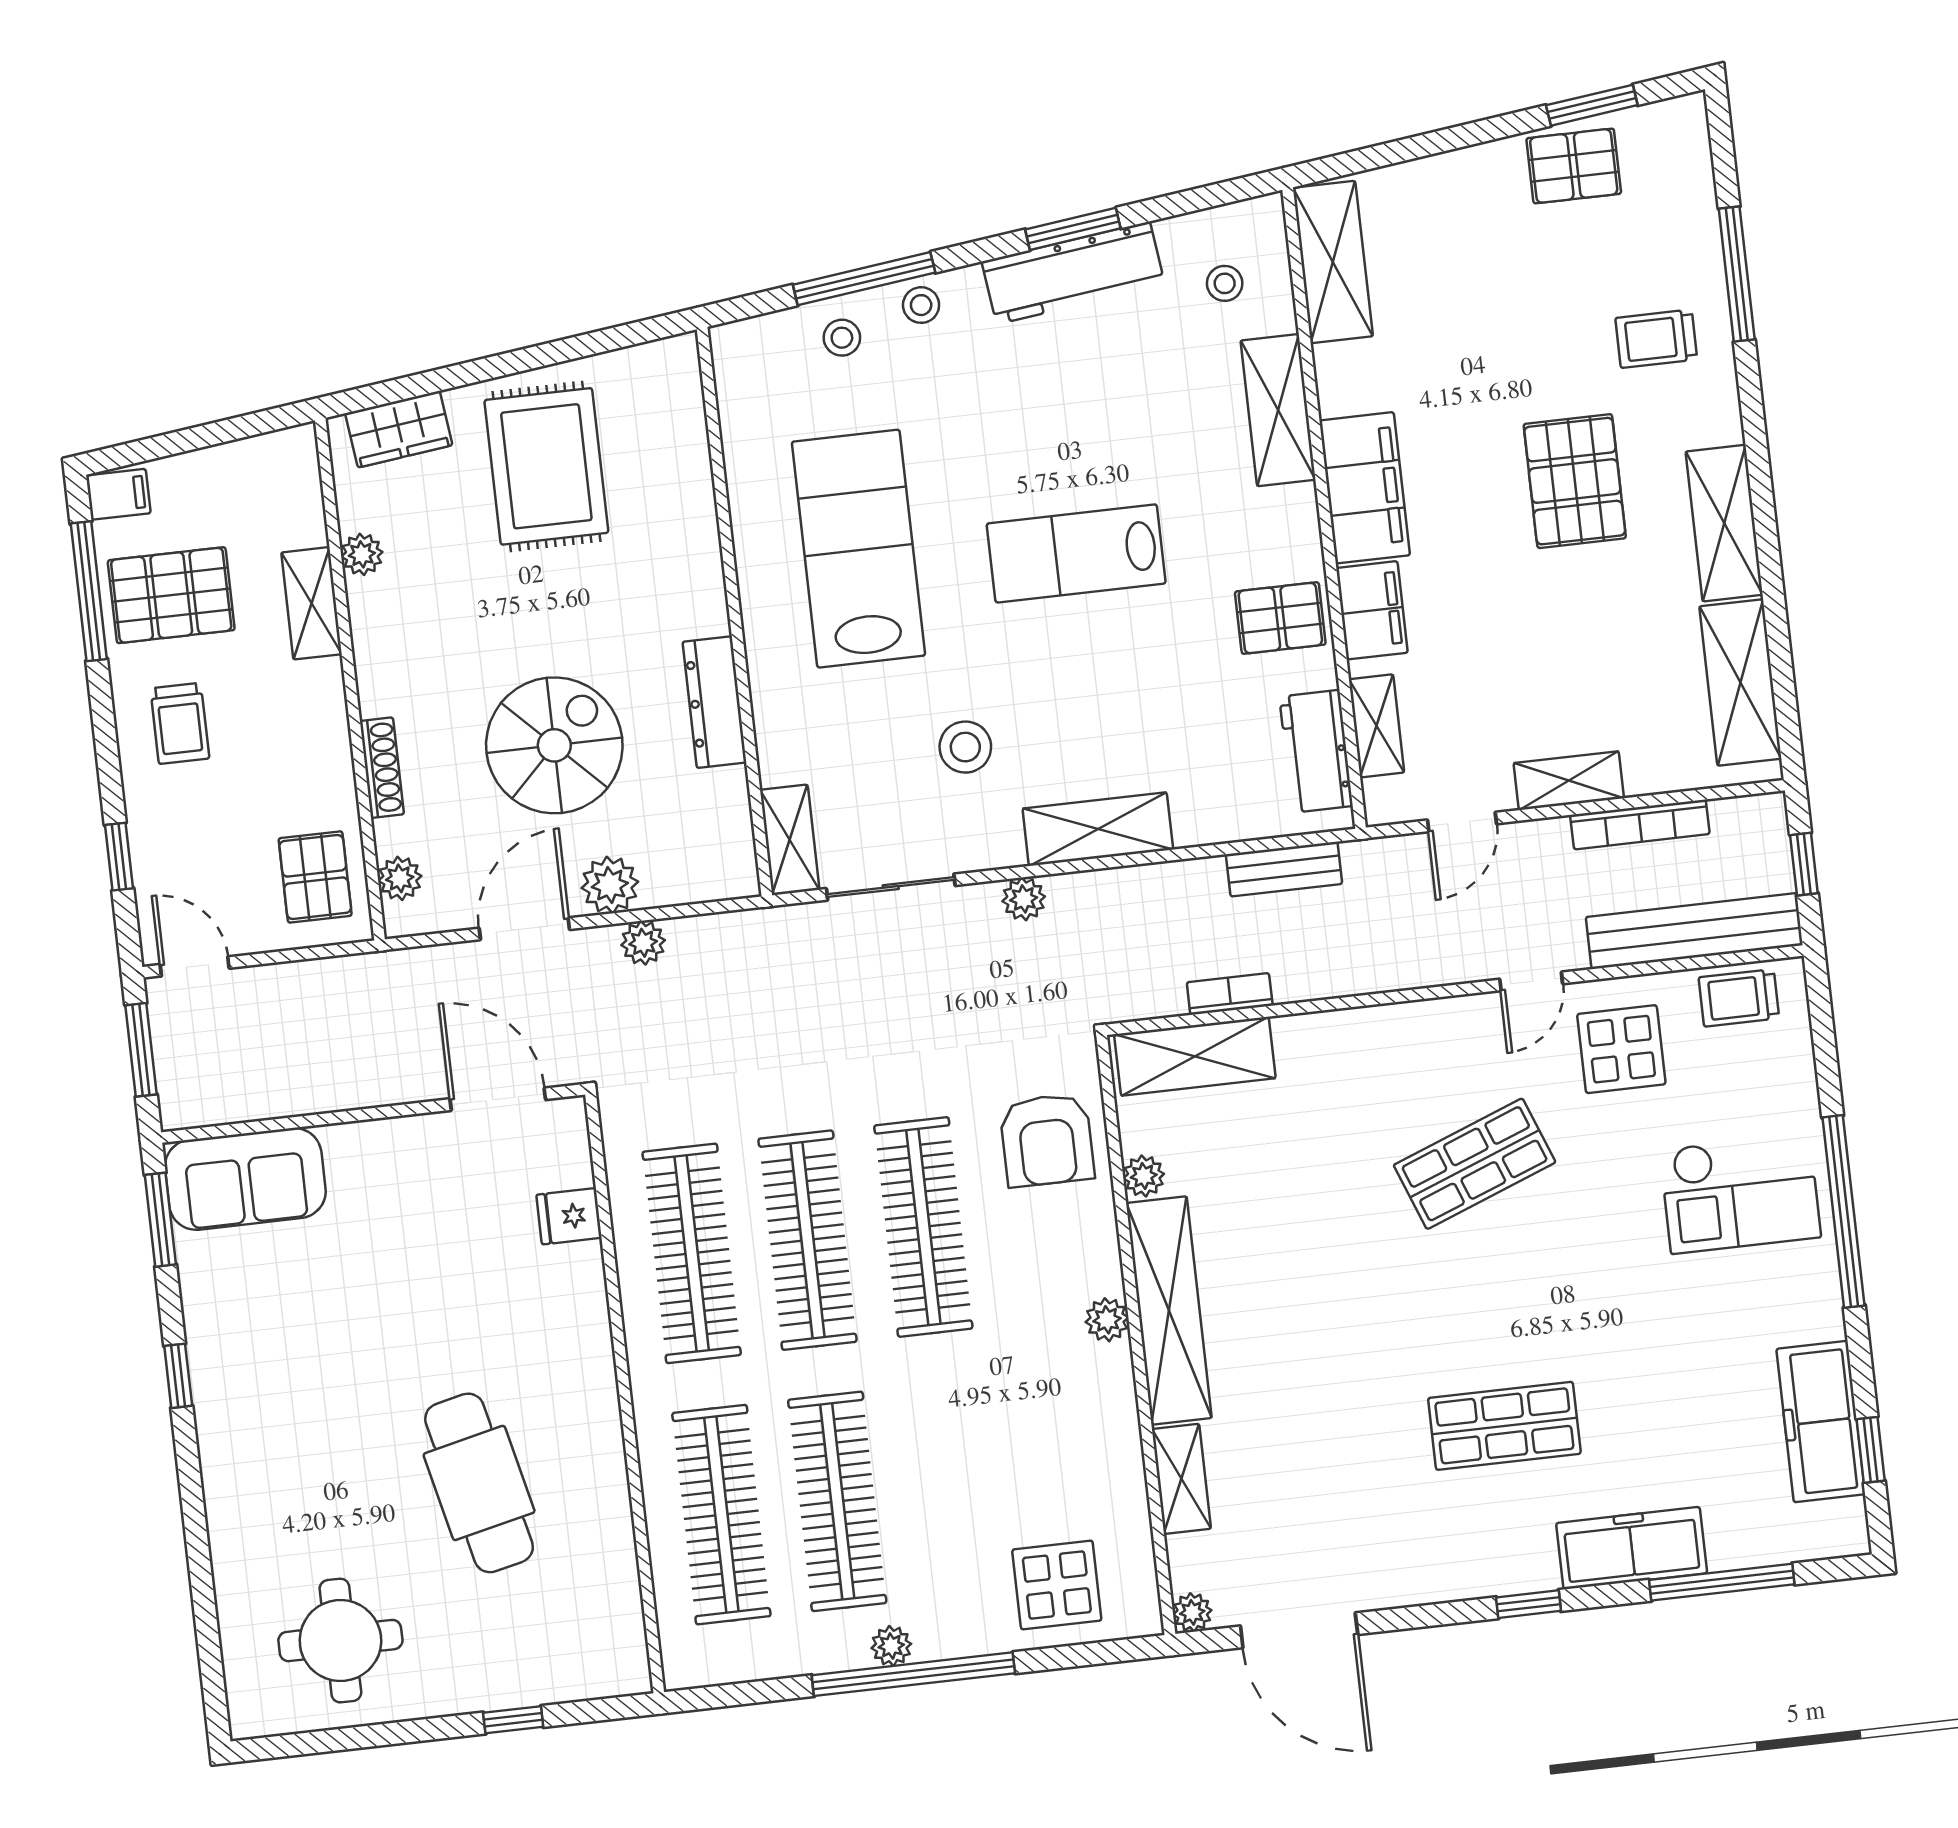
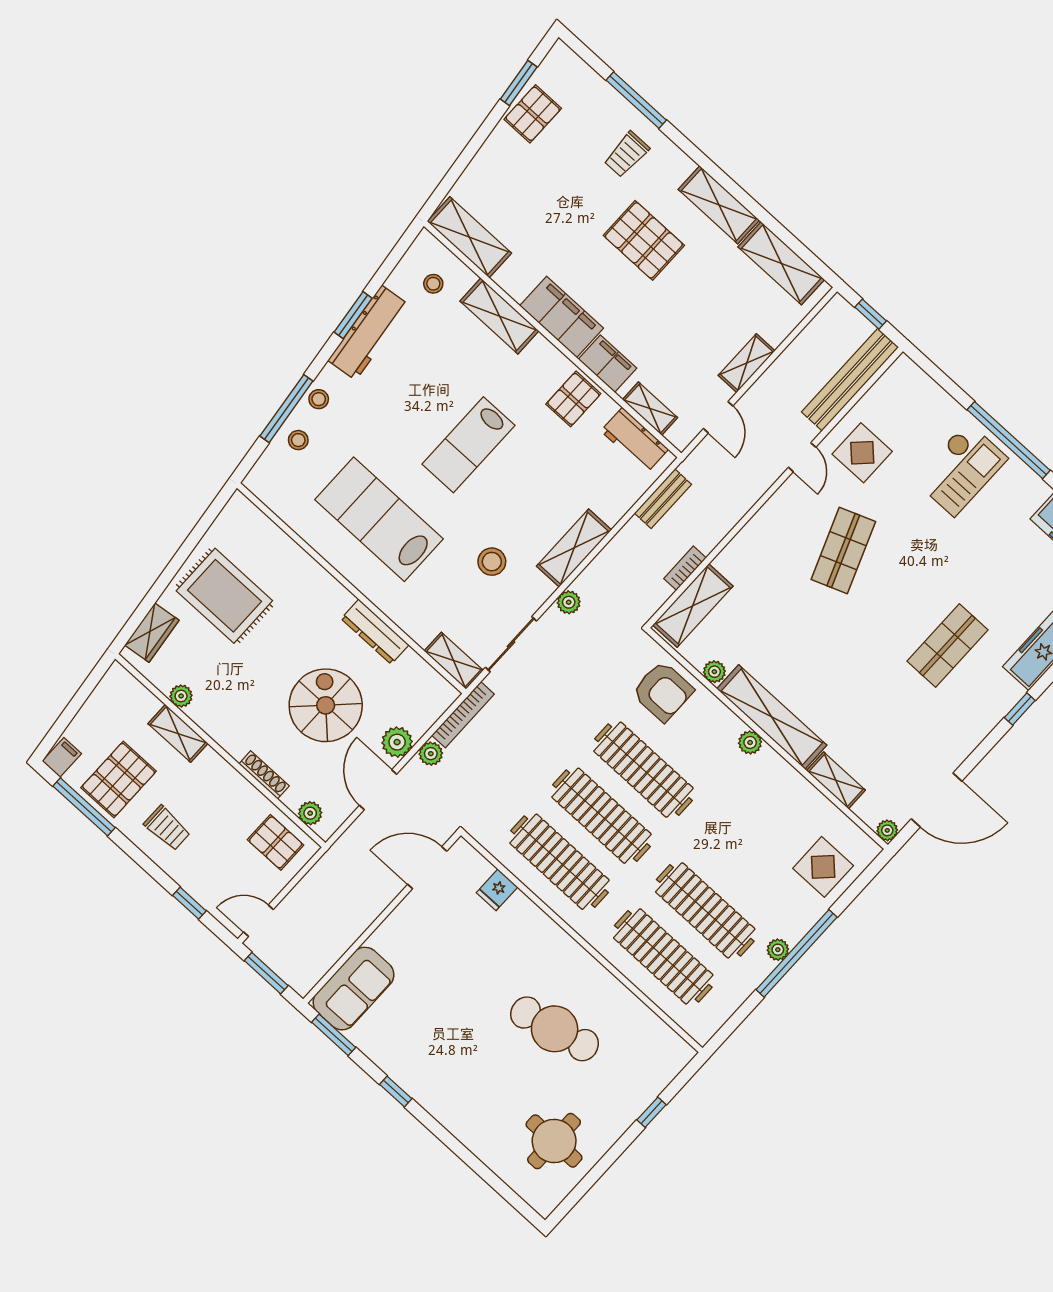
bookcase: (1640, 825) -> (463, 715), moved
trolley: (1739, 998) -> (891, 391), removed

